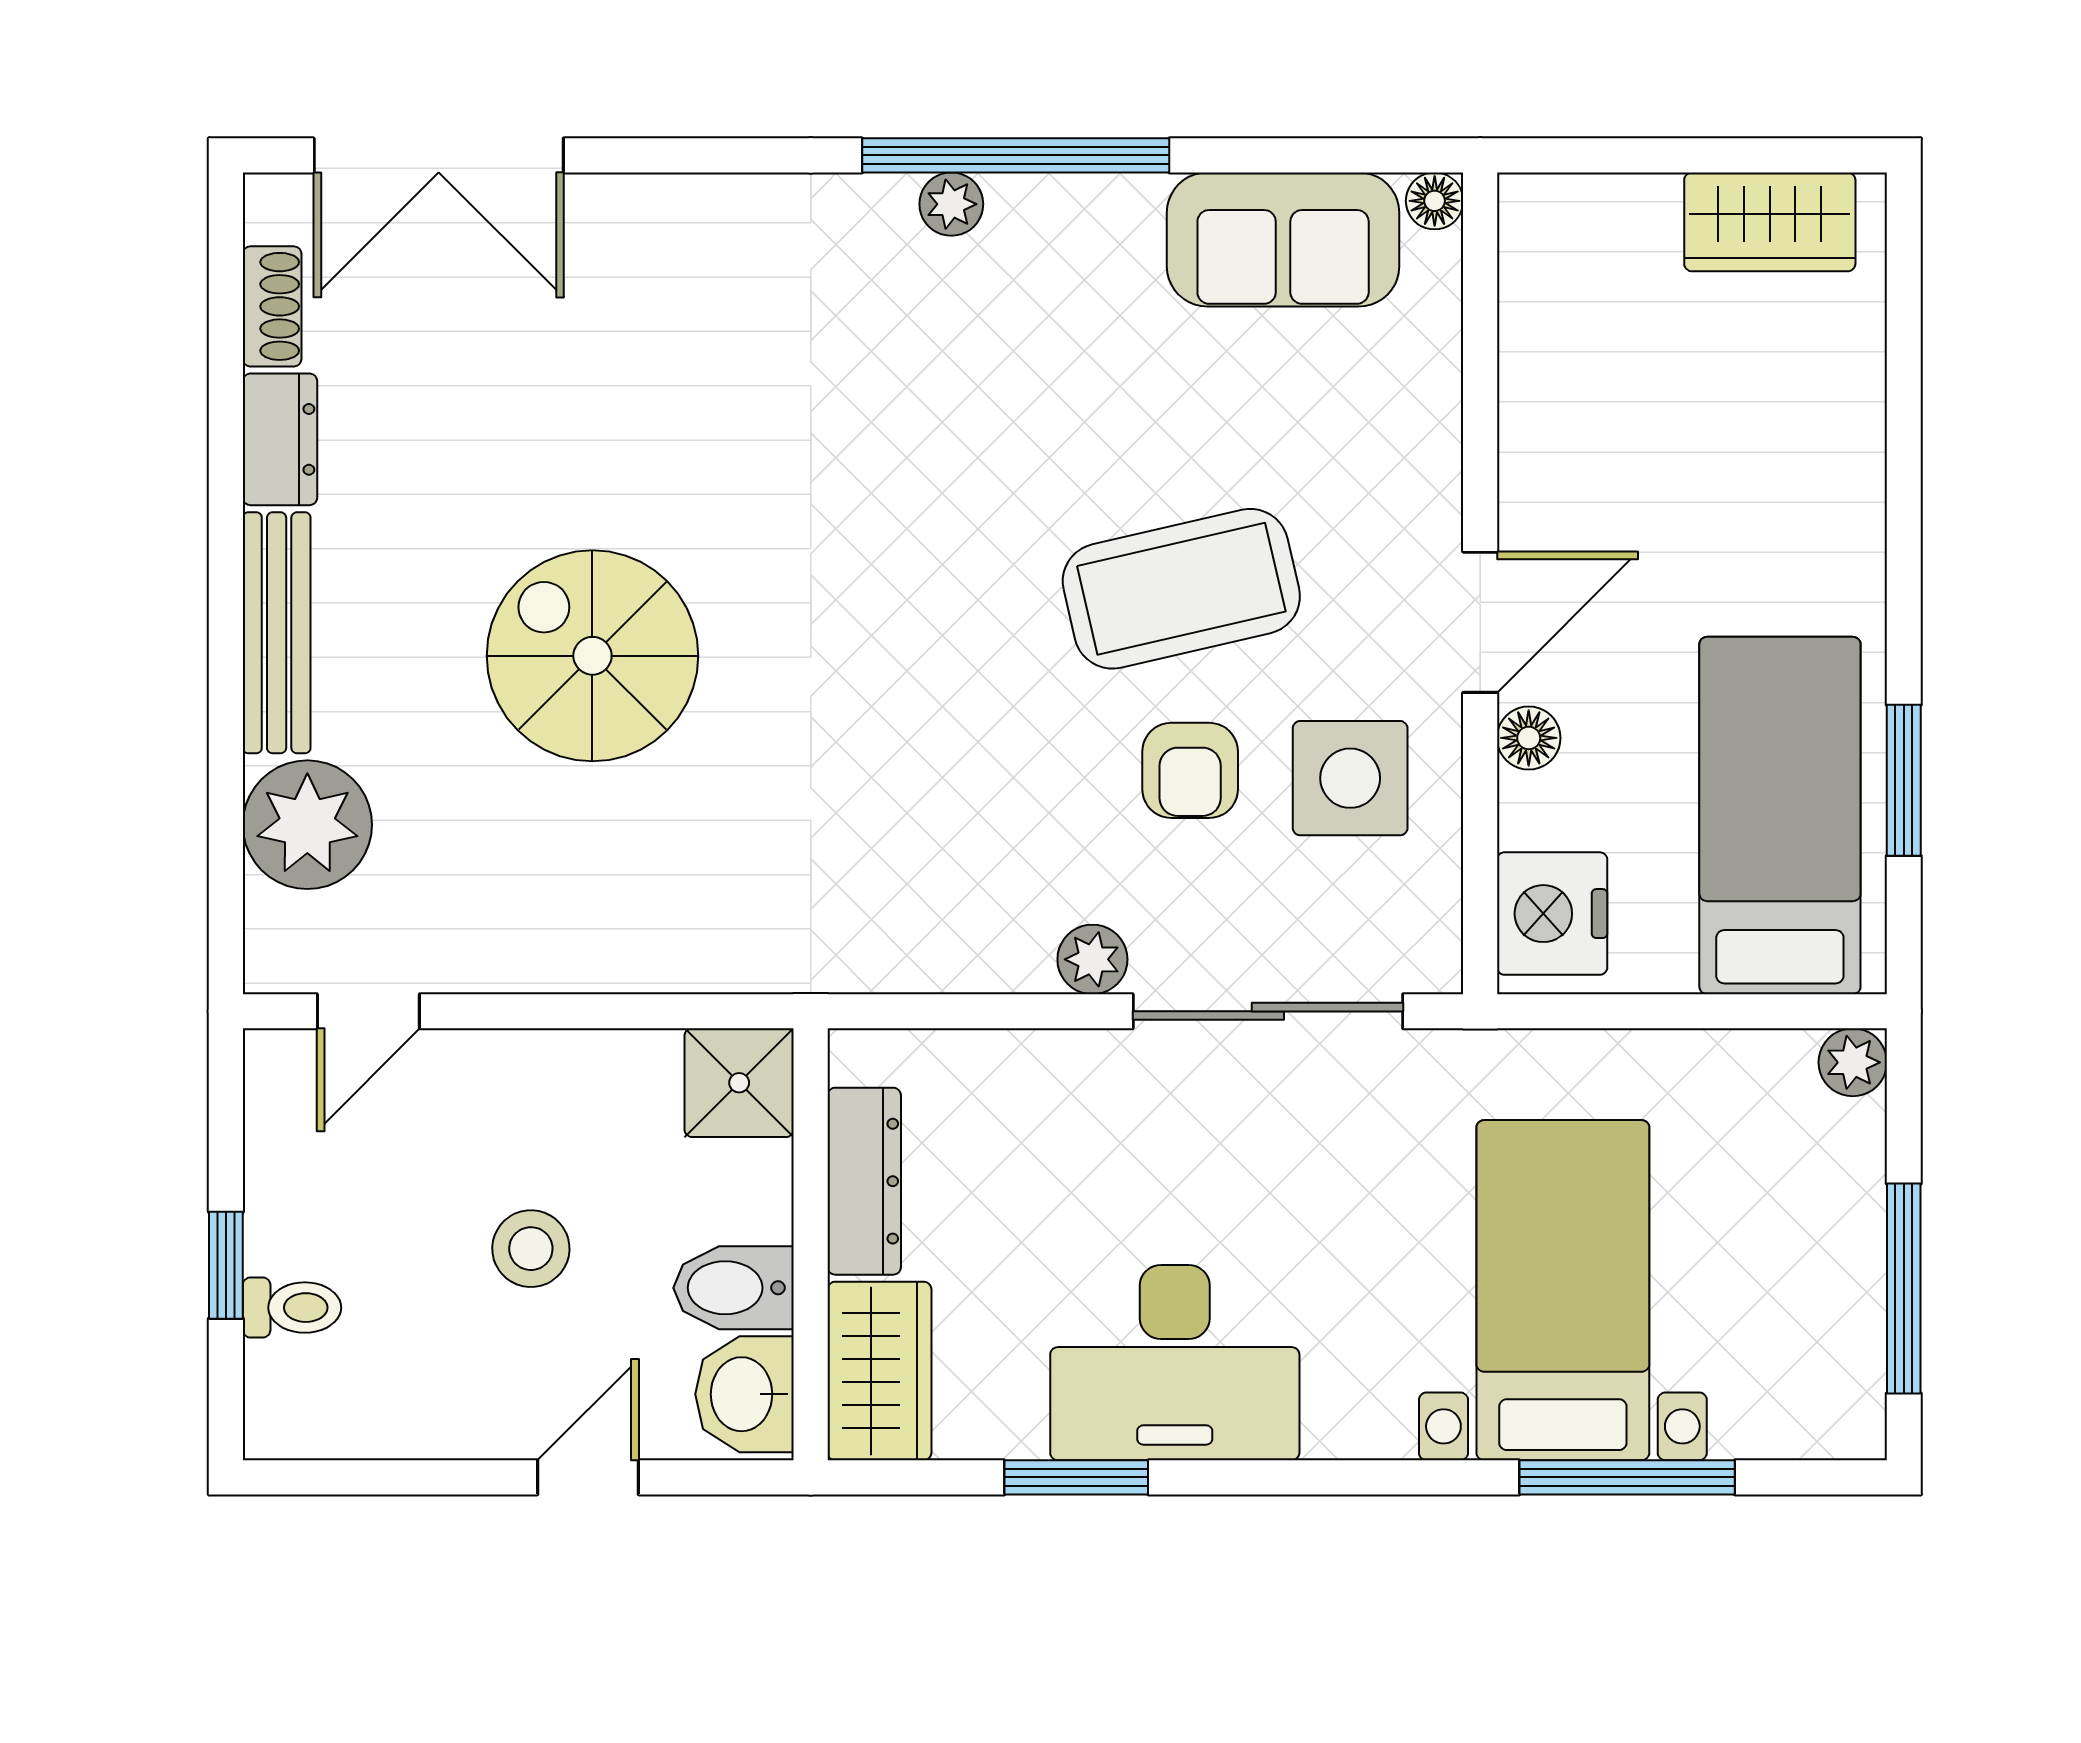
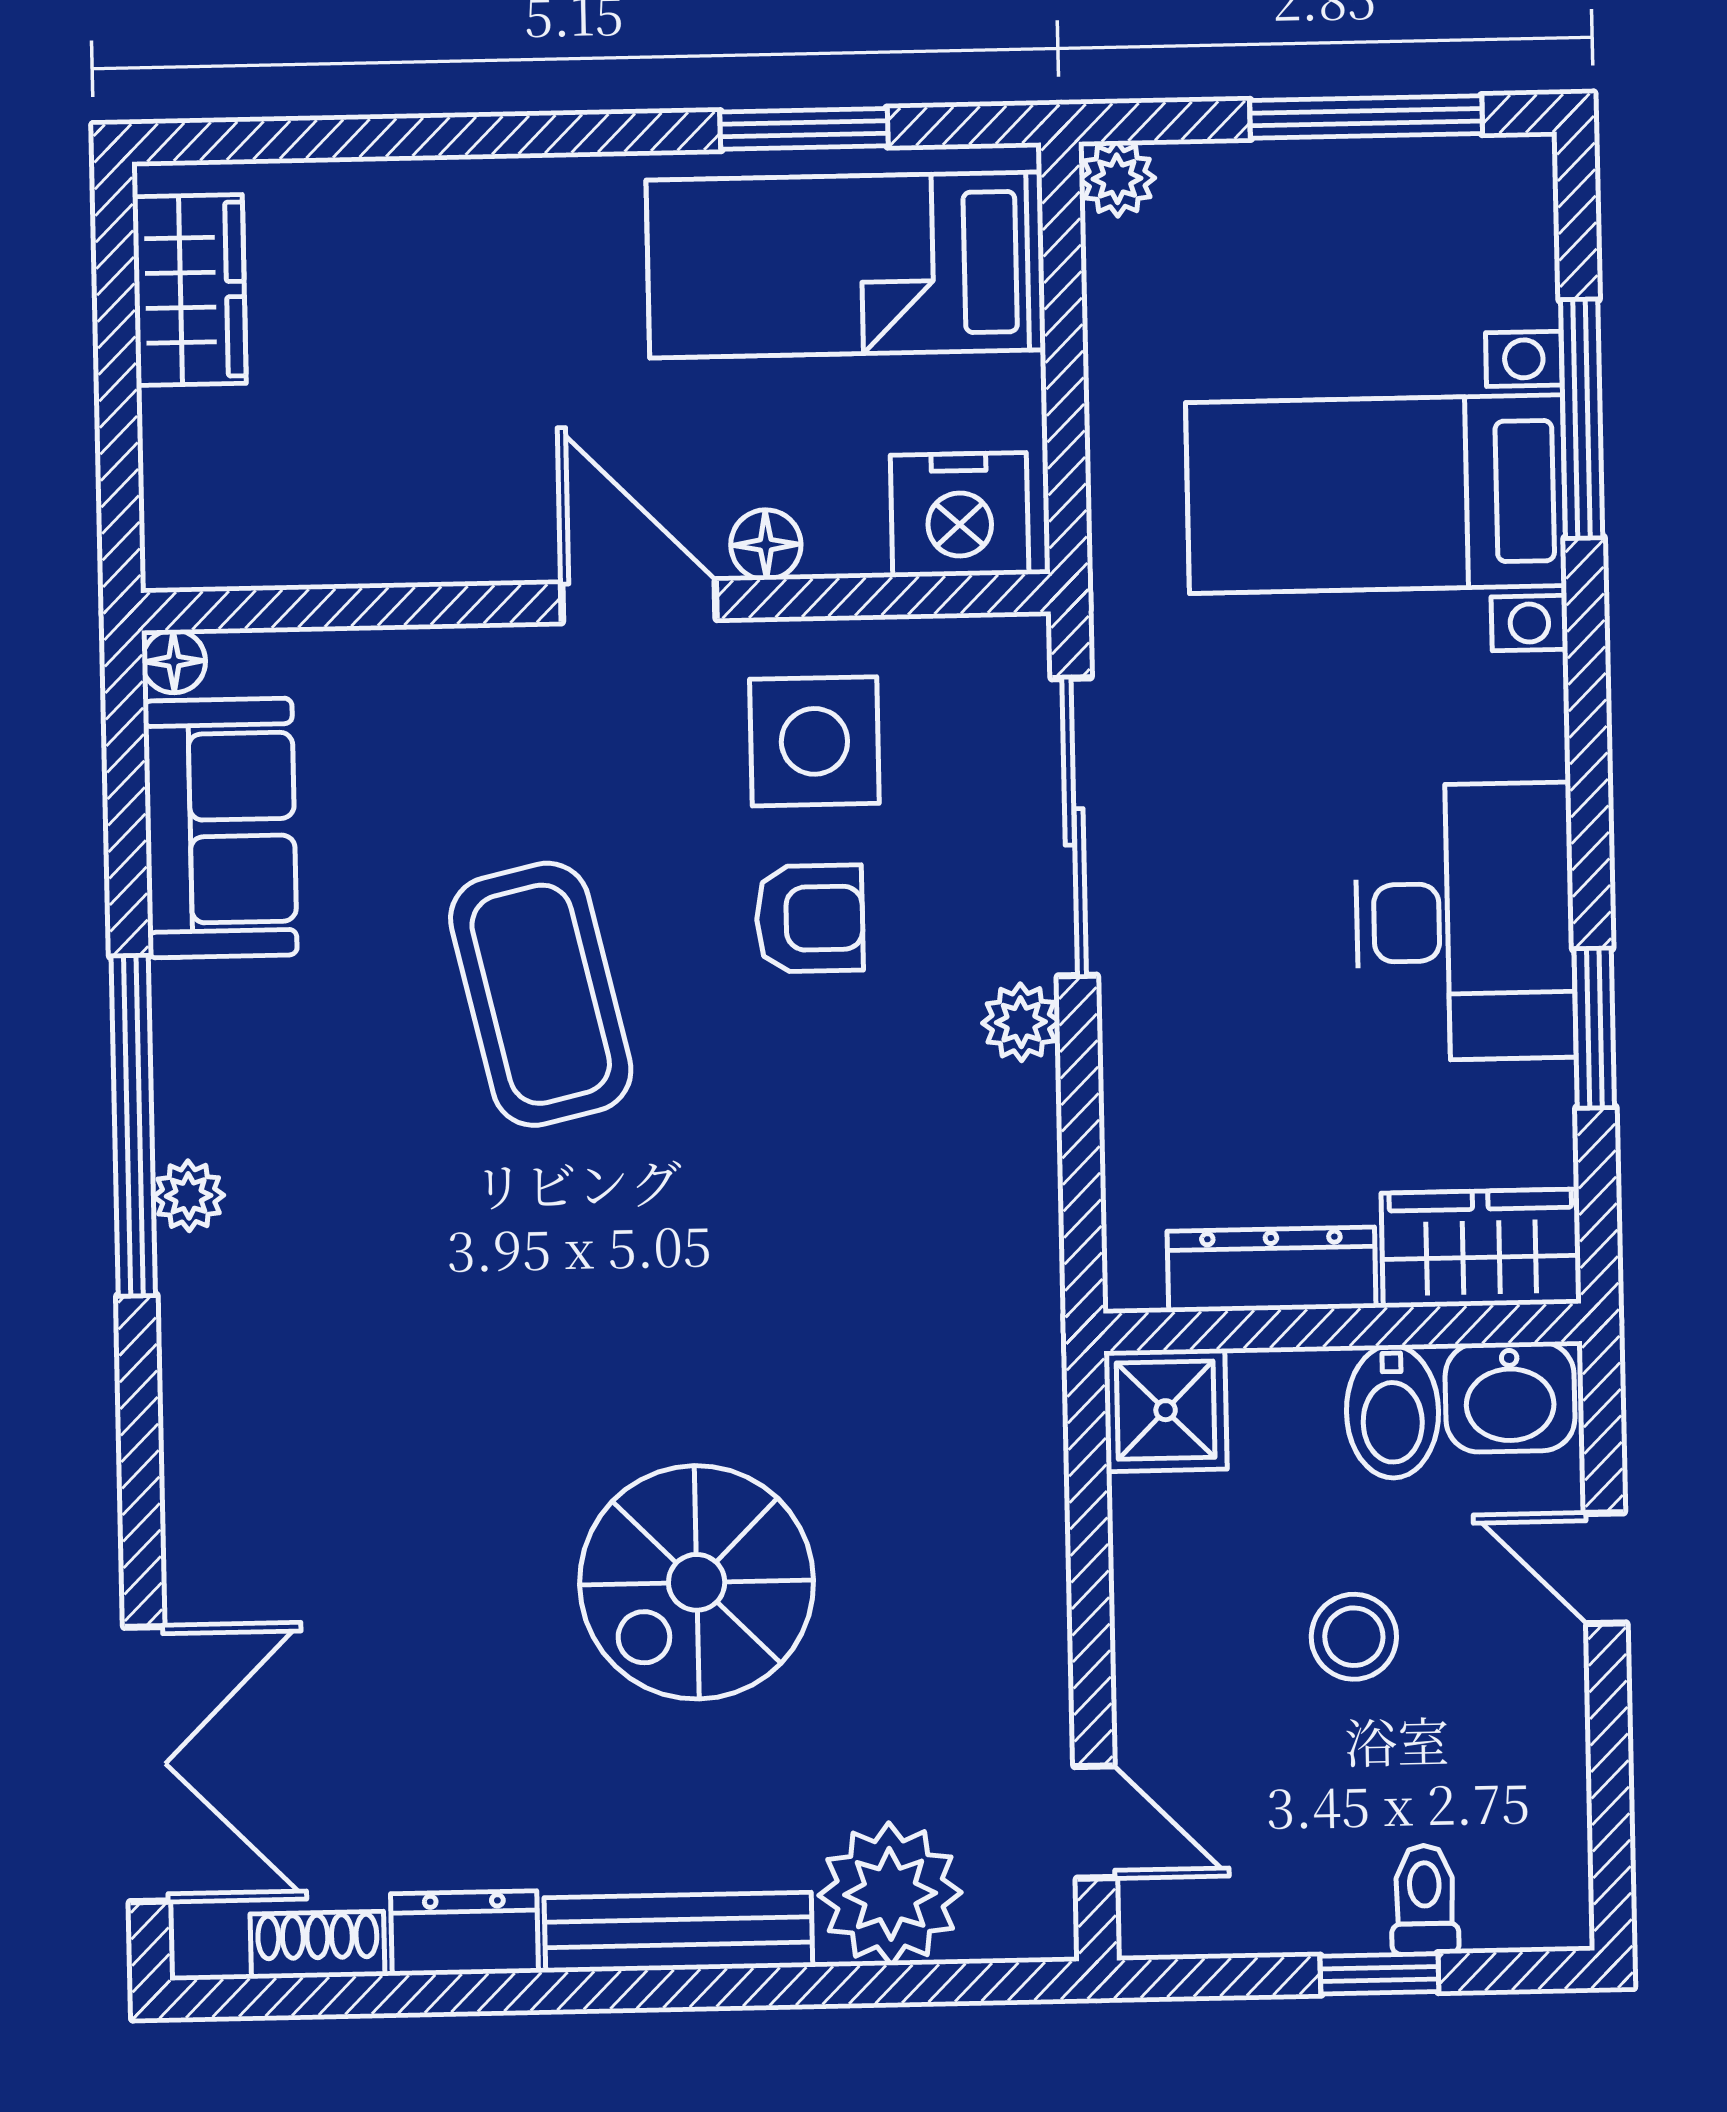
coffee table: (1181, 589) -> (541, 994), moved

